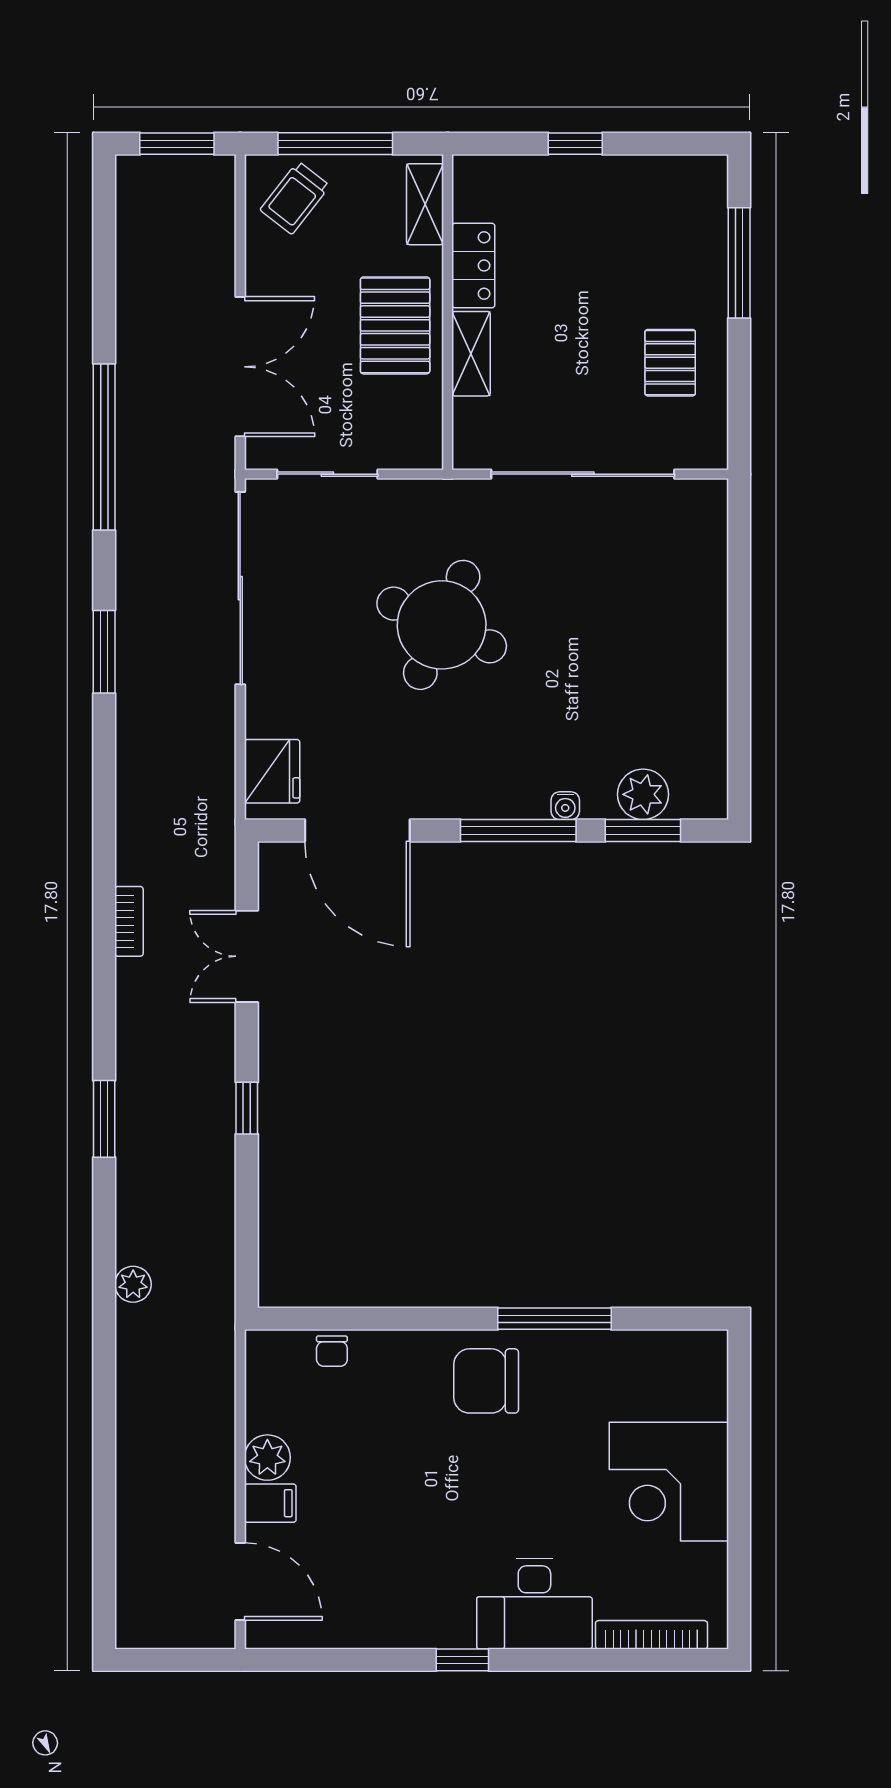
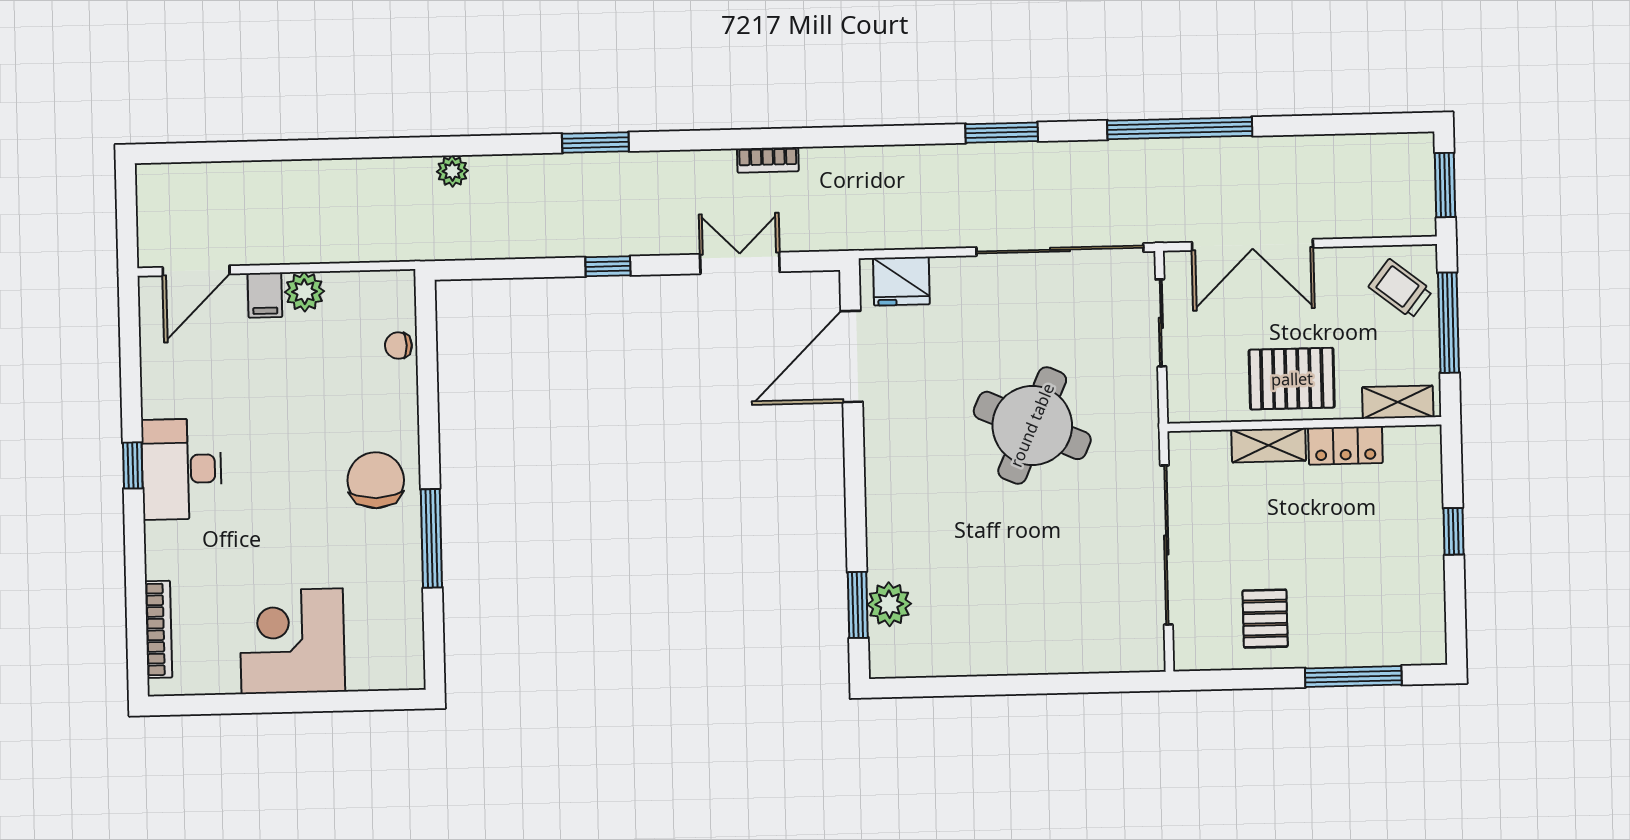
pallet: (670, 363) -> (1265, 619), turned 90
water cooler: (565, 806) -> (878, 537), removed
window: (518, 831) -> (855, 496), removed
desk: (534, 1604) -> (182, 469), moved

